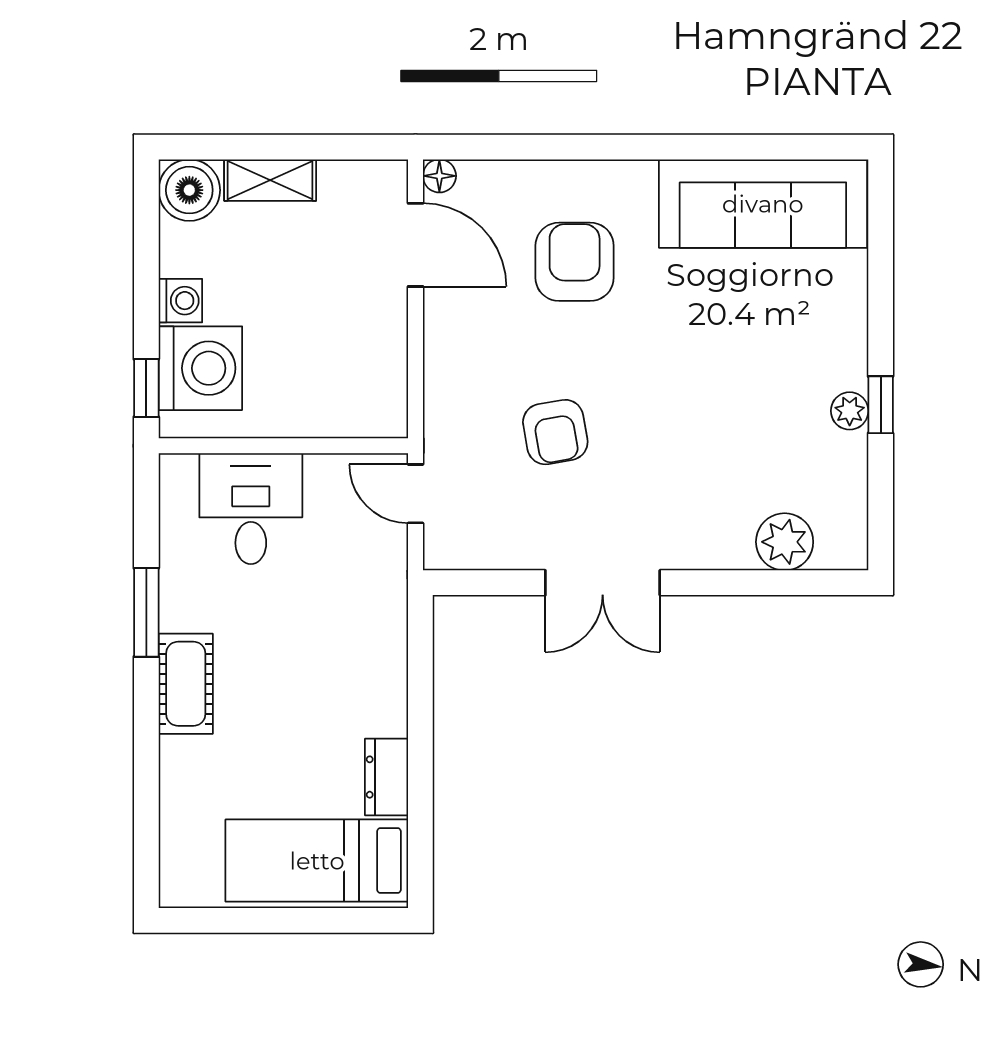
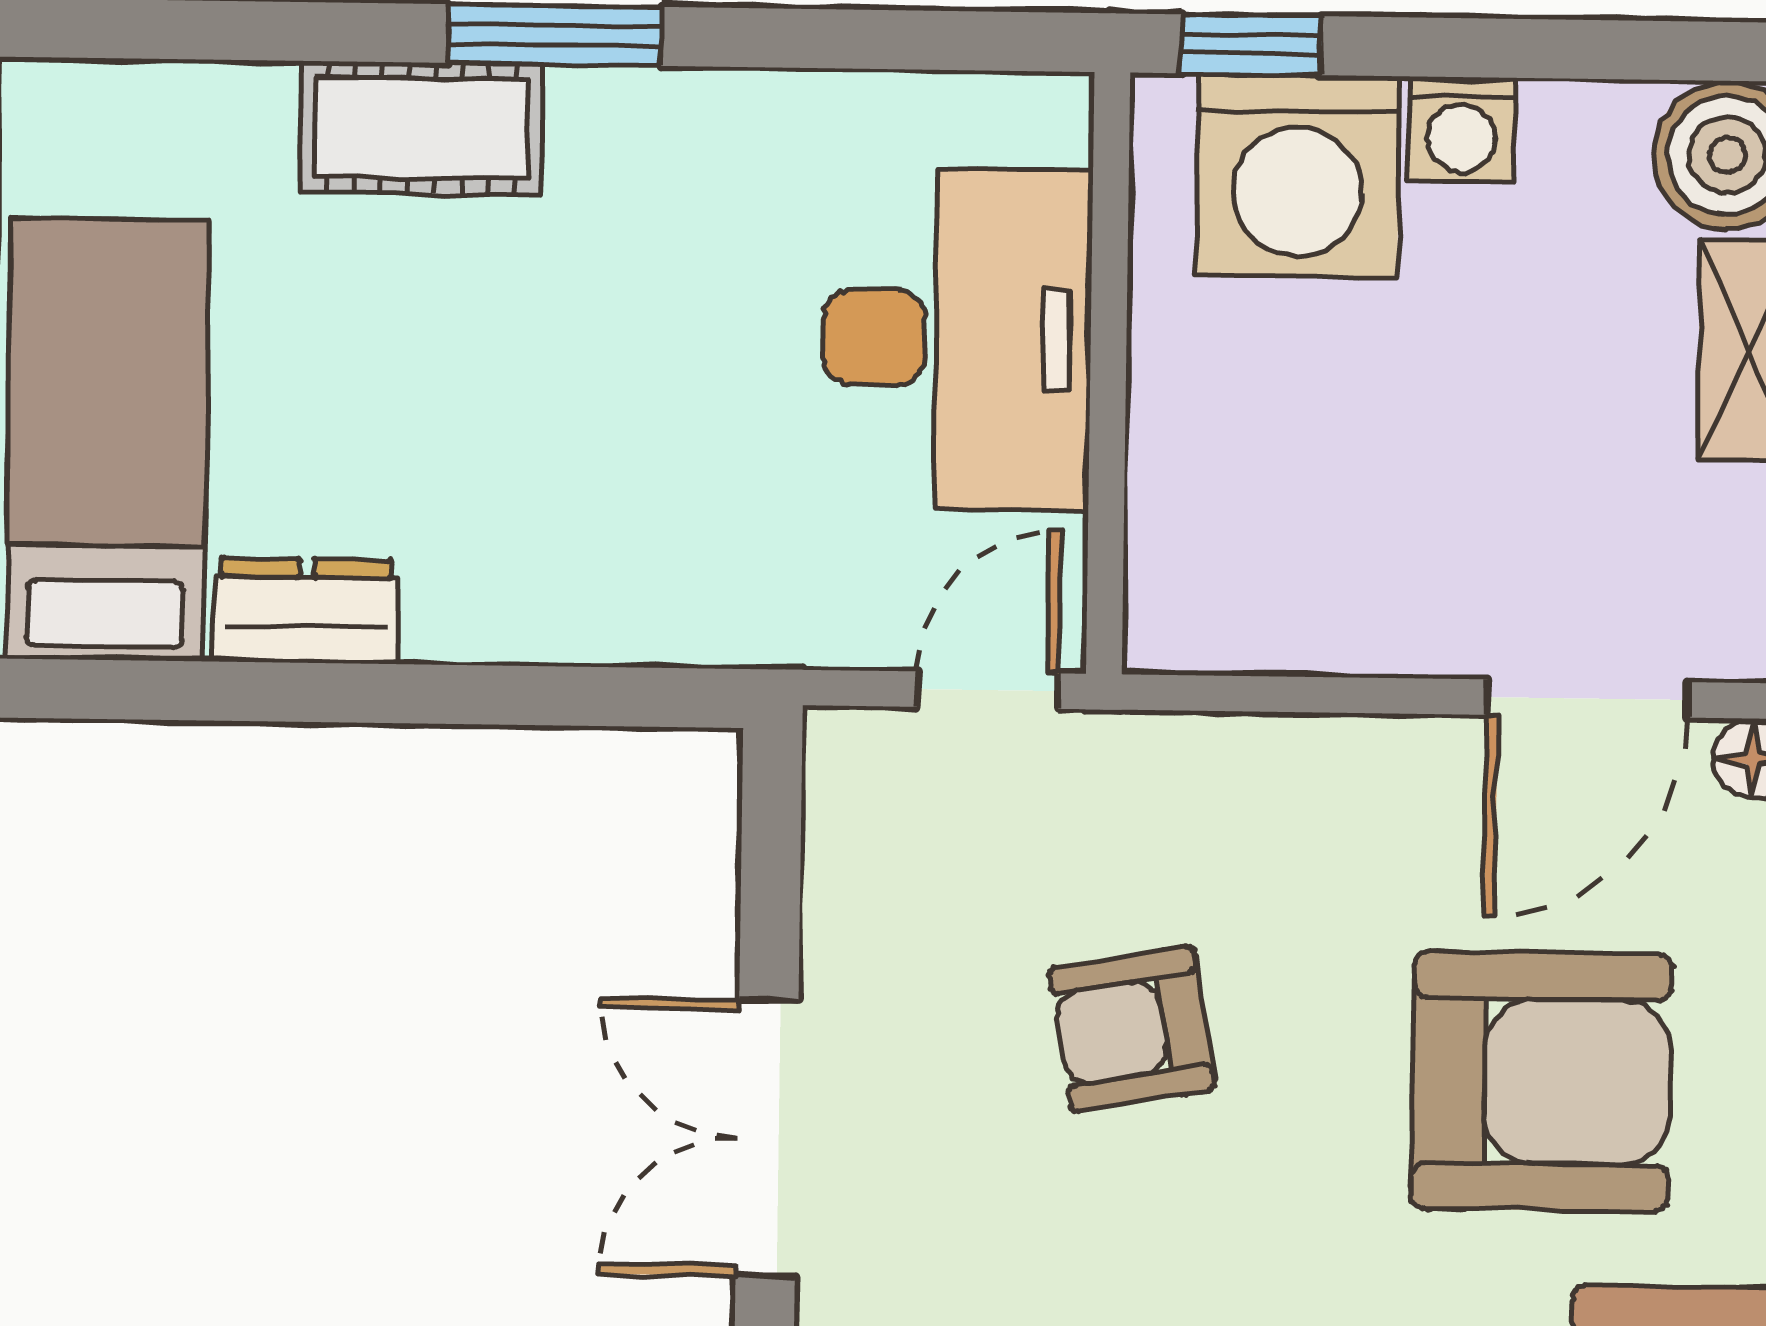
armchair: (575, 262) -> (1542, 1081), width x1.36, depth x1.36
desk: (251, 509) -> (957, 339), width x1.37
window: (146, 612) -> (554, 35), moved
cot: (186, 684) -> (422, 128), moved

